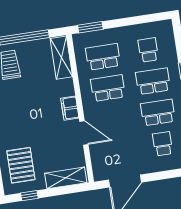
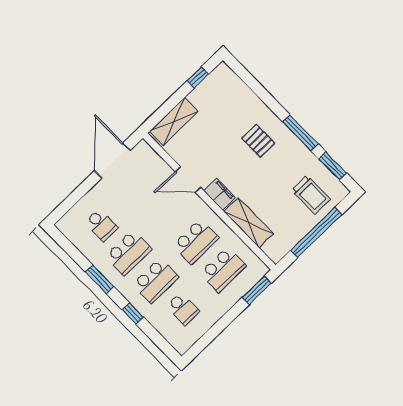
shelving: (61, 58) -> (249, 223), moved
pallet: (21, 165) -> (258, 141), moved, width x0.67, depth x0.71

